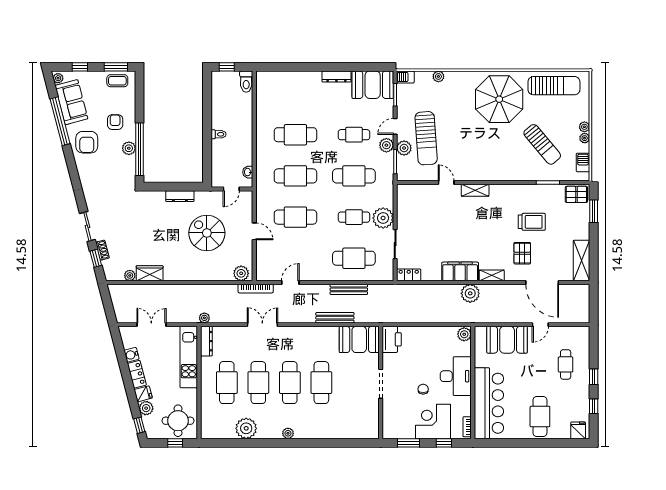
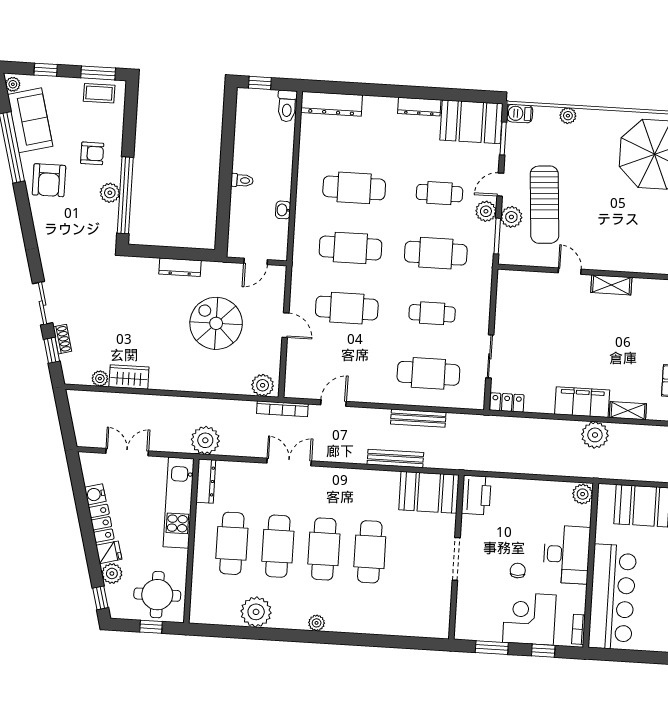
dresser: (277, 78) -> (332, 104), added
armchair: (115, 122) -> (92, 153), turned 90
washbasin: (248, 172) -> (283, 210), moved
plant: (383, 218) -> (475, 317), removed
plant: (204, 318) -> (205, 440), width x1.88, depth x1.88

